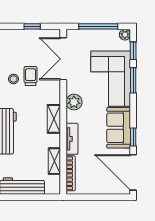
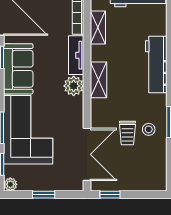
window: (32, 26) -> (110, 195), moved
window: (98, 26) -> (44, 195), width x0.46
plant: (74, 102) -> (74, 86), moved

